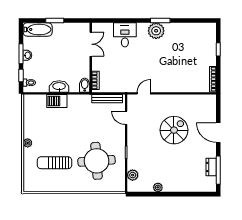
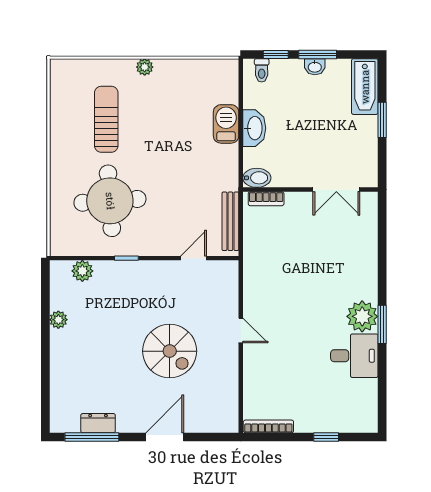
desk: (125, 35) -> (354, 356), moved
door: (144, 93) -> (241, 330), moved

